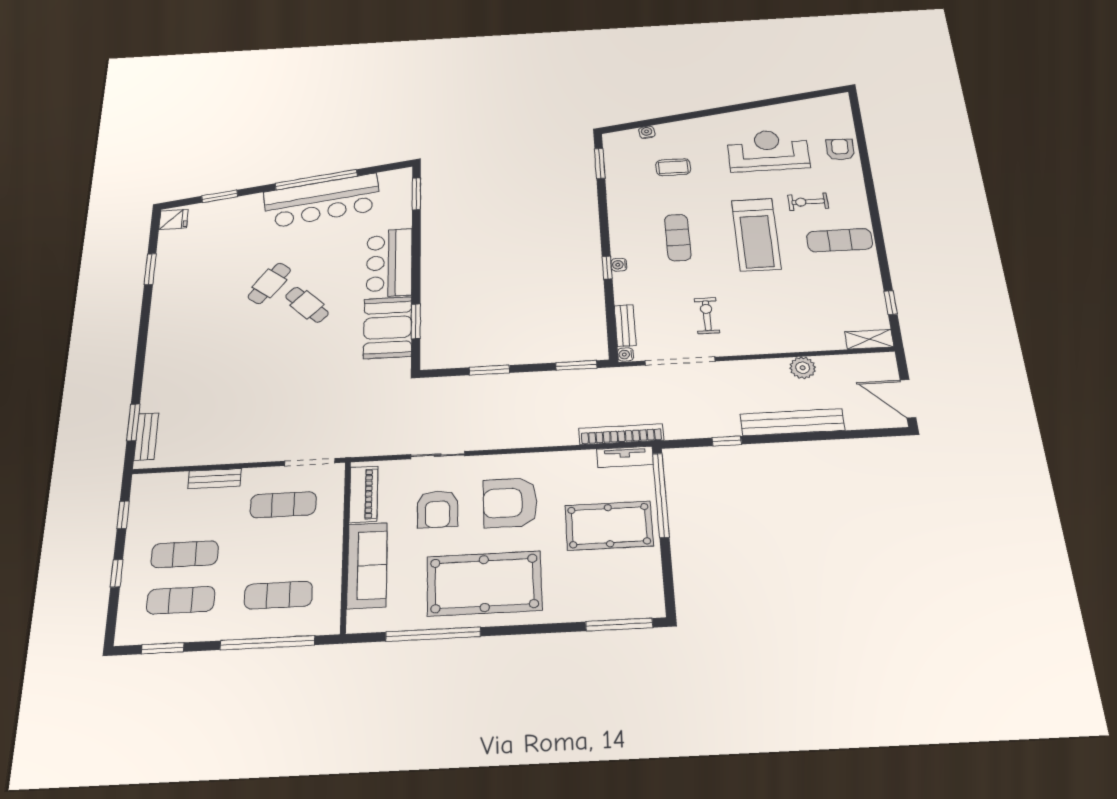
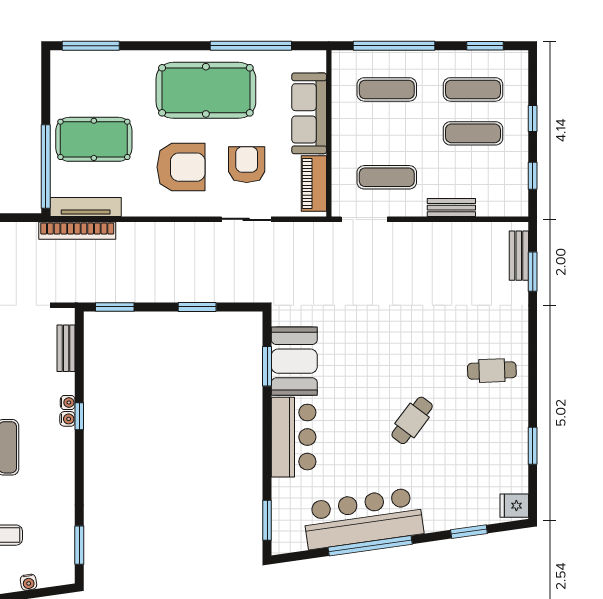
cafe table: (307, 305) -> (492, 371), moved, turned -47
water cooler: (626, 354) -> (68, 403), moved
tv unit: (625, 457) -> (86, 207), width x1.41

